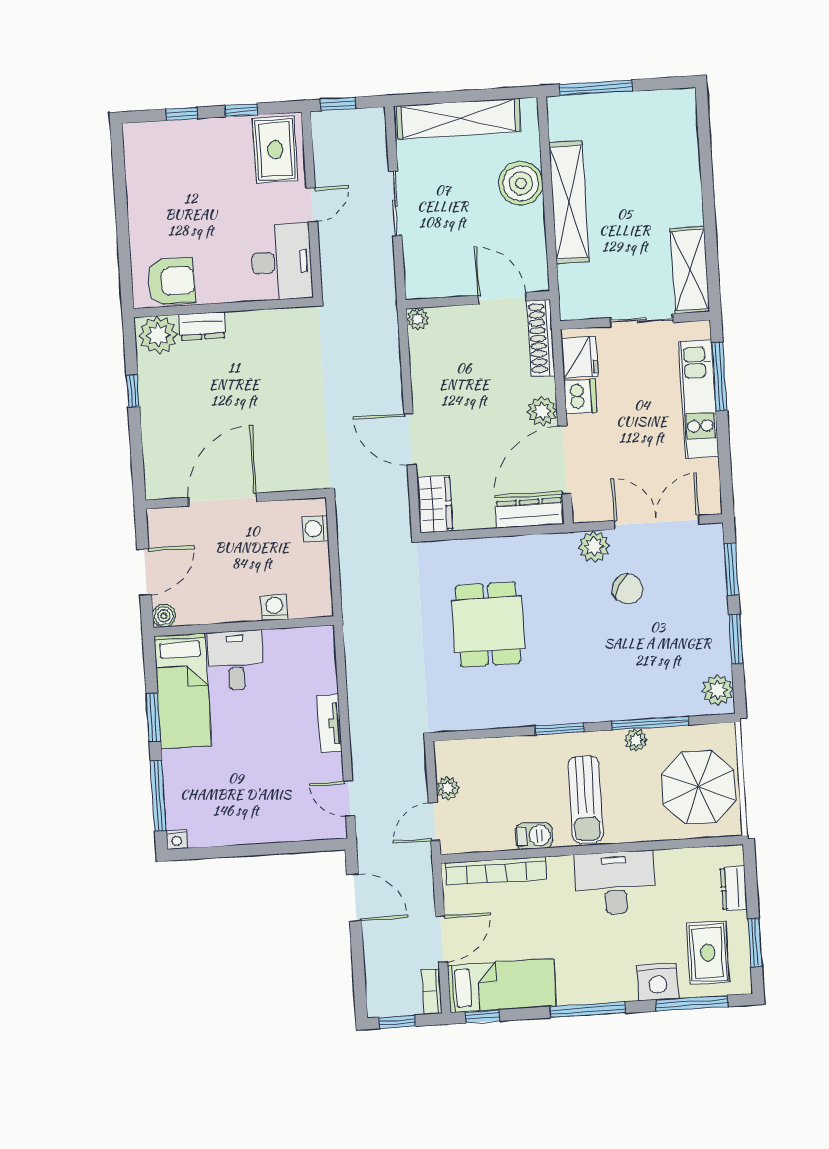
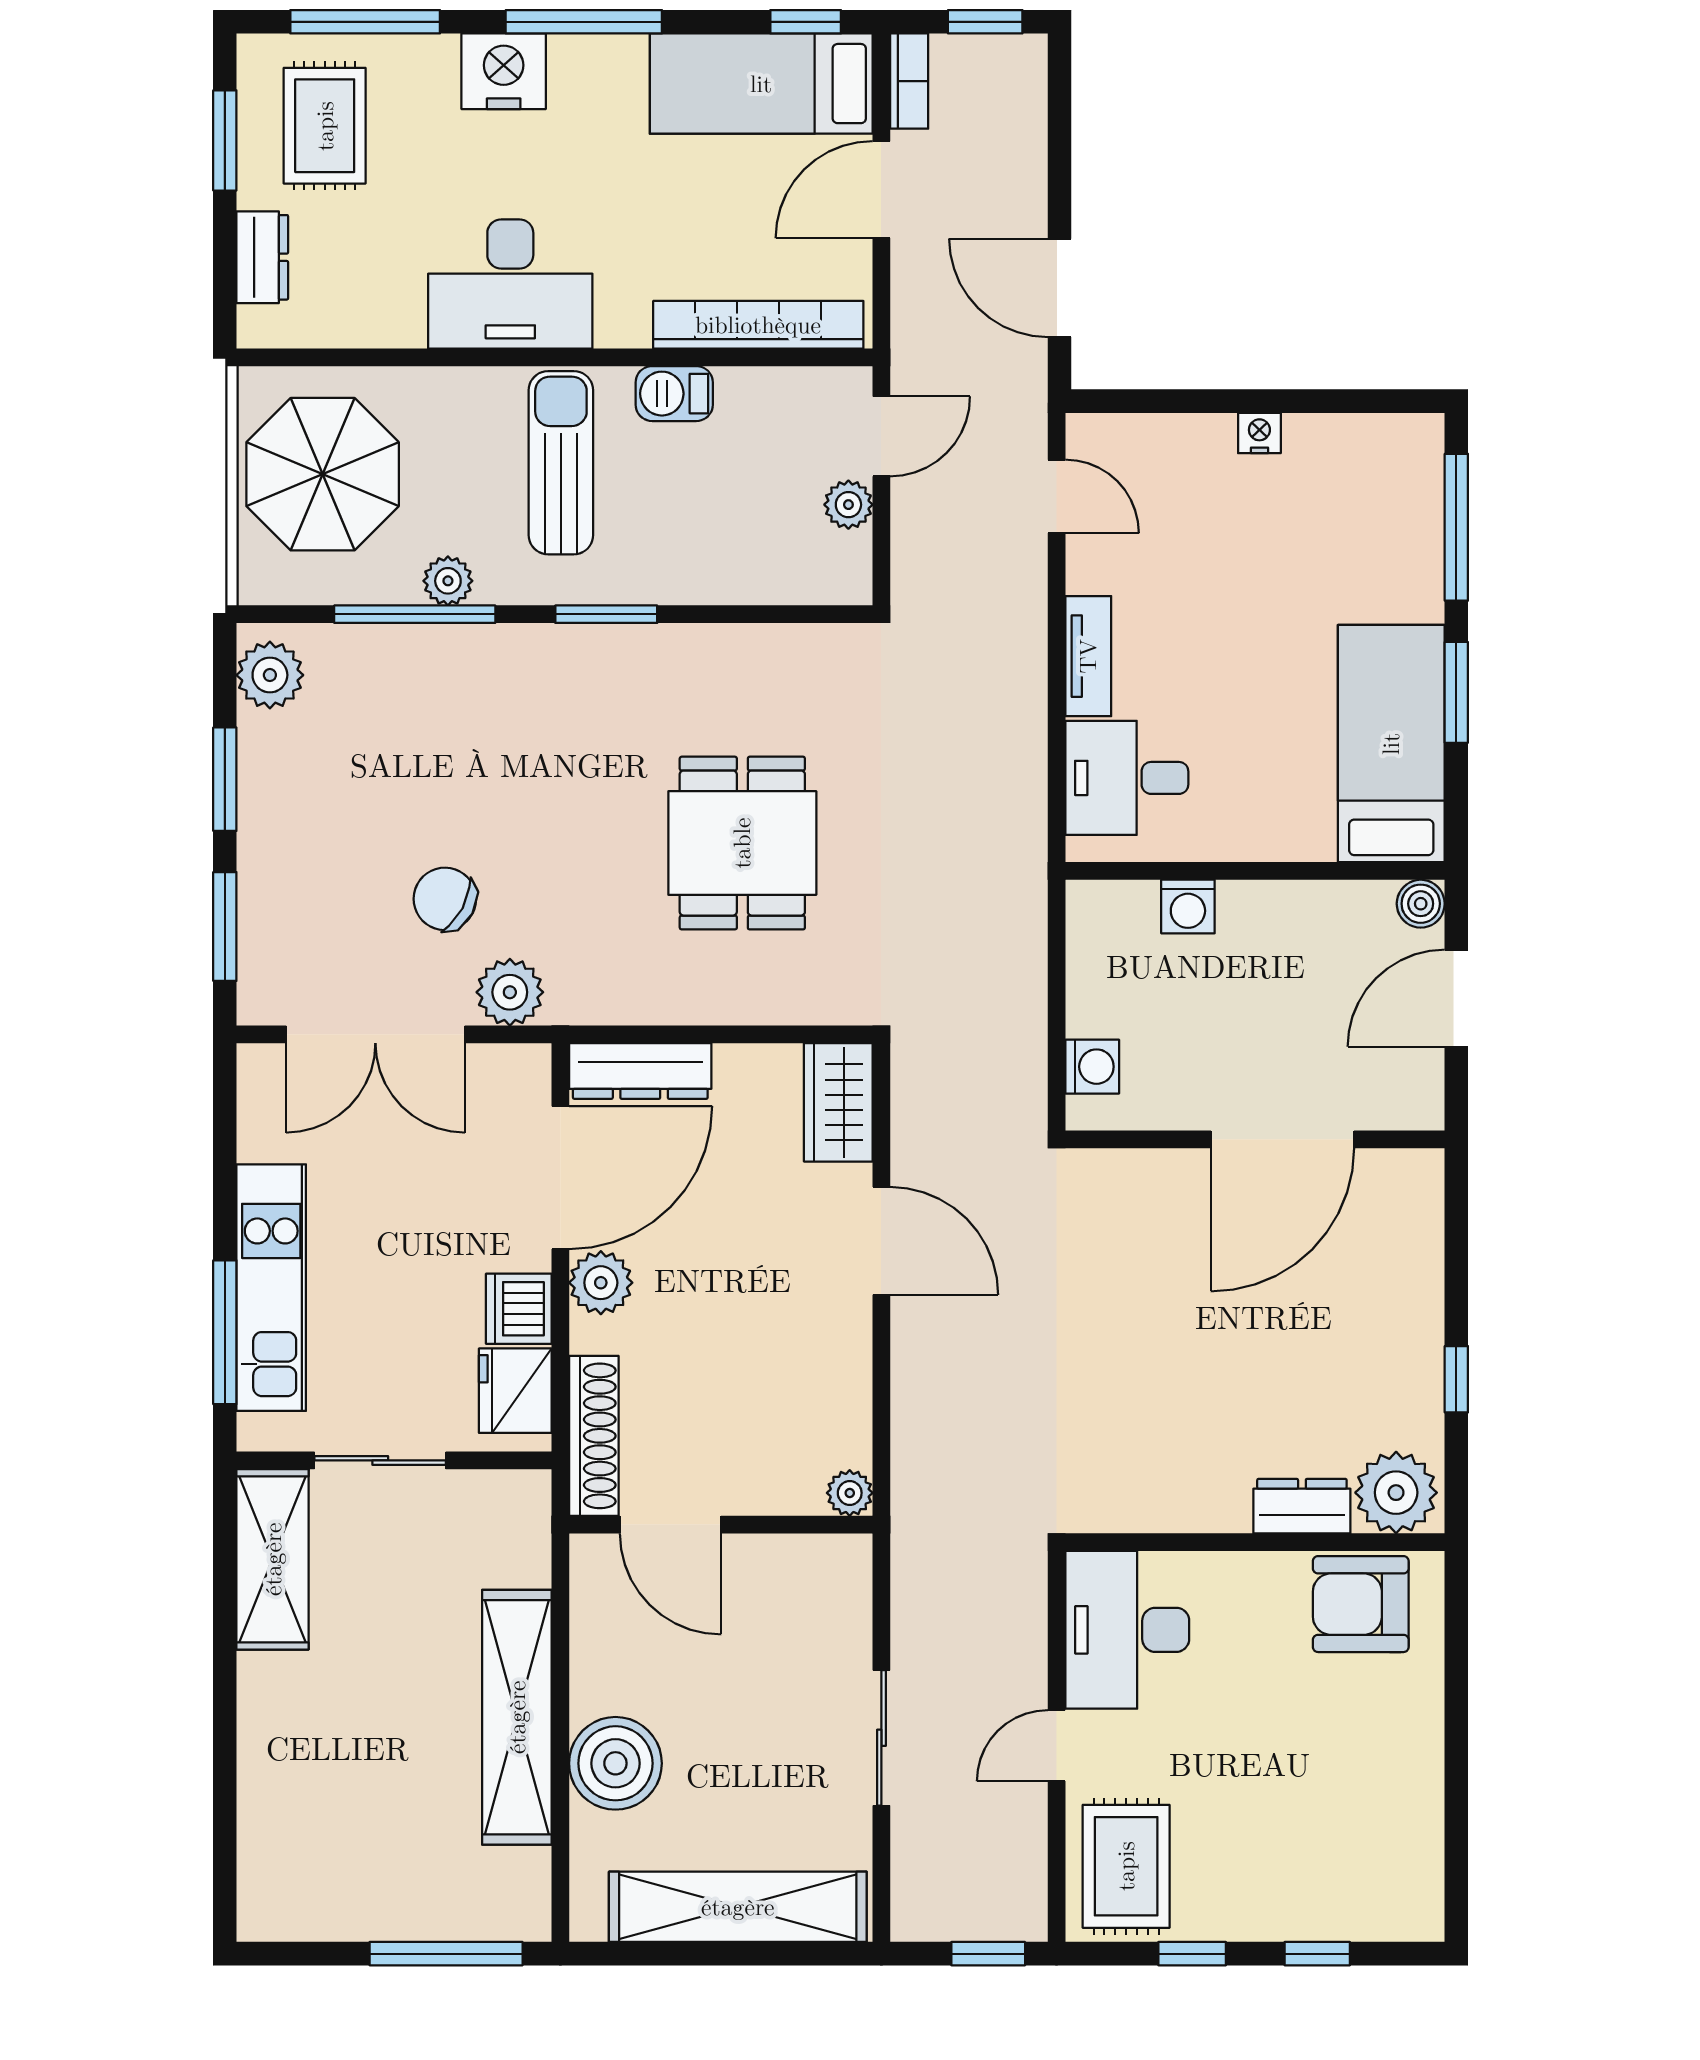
desk: (236, 660) -> (1127, 778), moved, turned 90
nightstand: (177, 839) -> (1259, 433), moved
nightstand: (658, 982) -> (504, 71), moved

